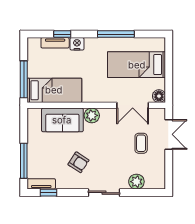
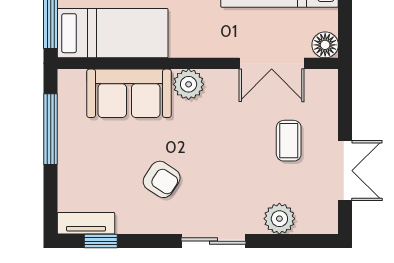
double door: (169, 134) -> (345, 171), moved
window: (24, 161) -> (51, 129), moved

